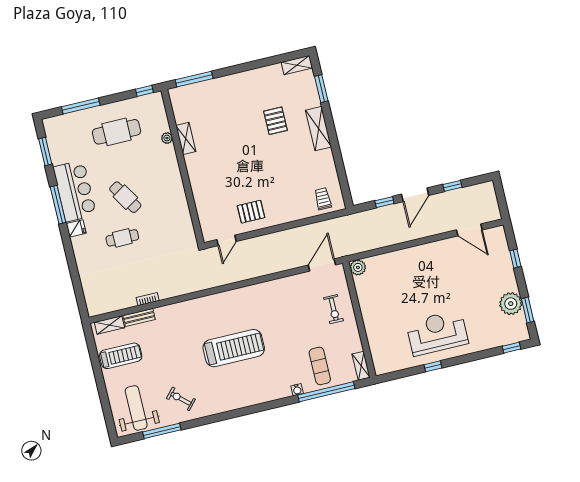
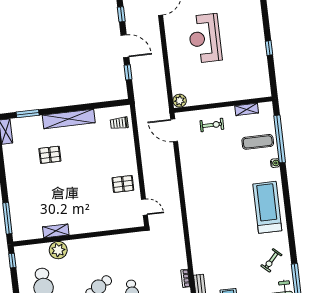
shelving: (318, 129) -> (69, 119), width x1.47
plant: (167, 138) -> (58, 250), width x1.87, depth x1.87
pallet: (251, 212) -> (123, 184), turned 90
reception desk: (437, 333) -> (205, 38), moved
treadmill: (234, 348) -> (267, 207), moved
shelving: (361, 366) -> (247, 109), moved

